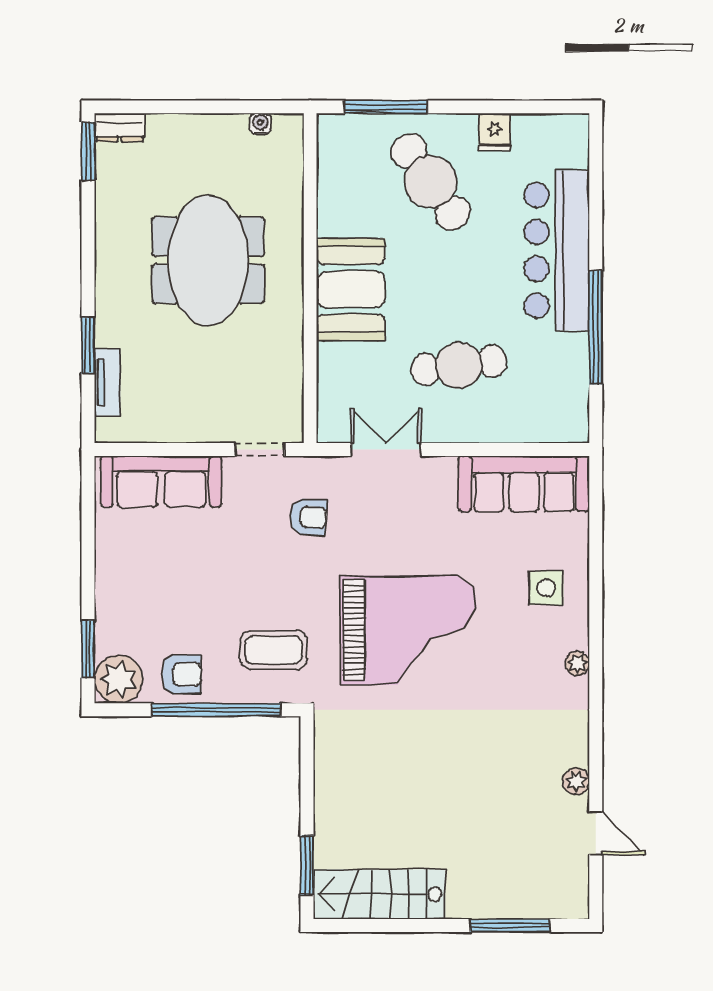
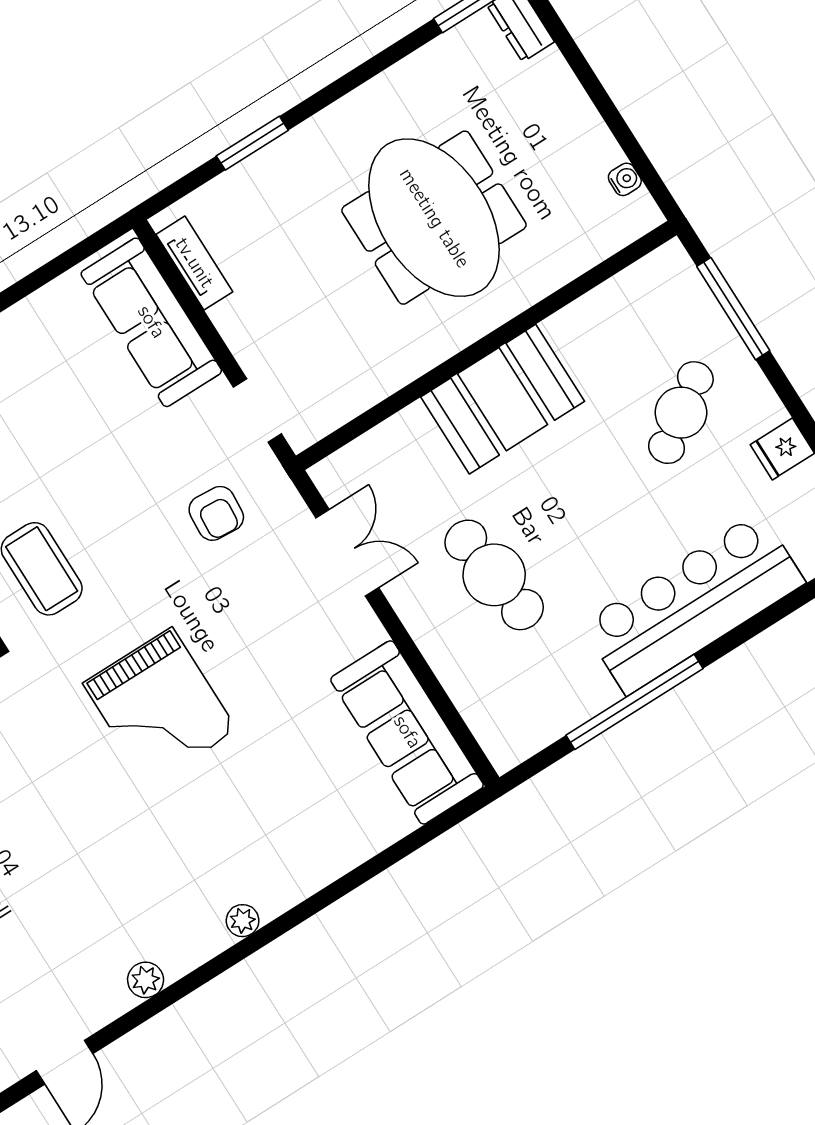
cafe table: (431, 182) -> (681, 413), width x0.73, depth x0.74
meeting table: (208, 260) -> (434, 218), turned 90
tv unit: (107, 382) -> (194, 263), moved, turned -90
side table: (546, 588) -> (306, 832), removed
grand piano: (408, 630) -> (160, 707), width x0.73, depth x0.68
plant: (576, 781) -> (146, 980), moved

